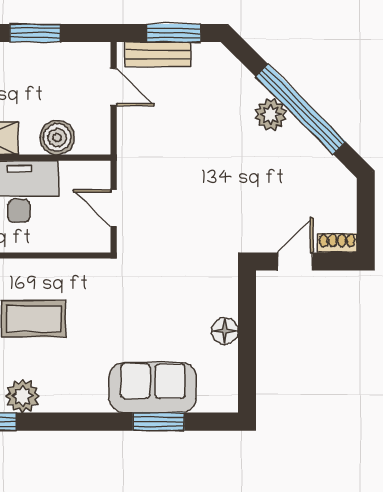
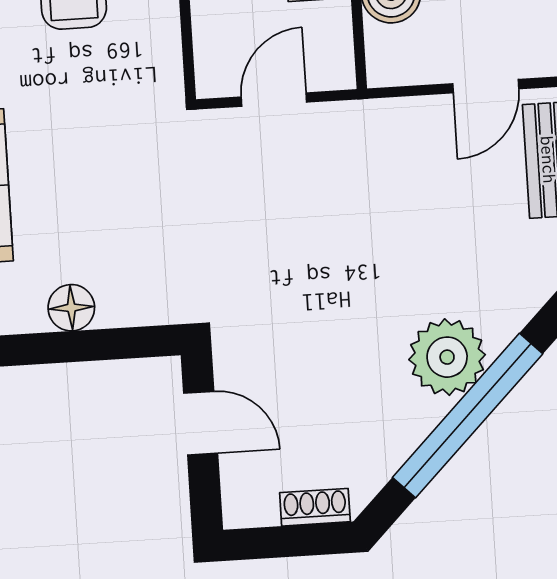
plant: (271, 115) -> (447, 357), width x1.36, depth x1.36
shoe rack: (337, 243) -> (315, 507), moved, turned -90

